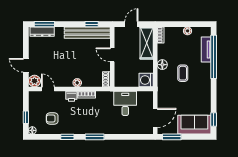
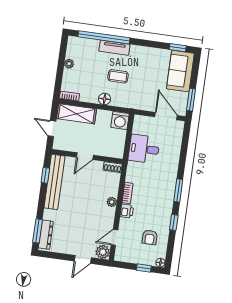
tv unit: (206, 49) -> (114, 48), moved

